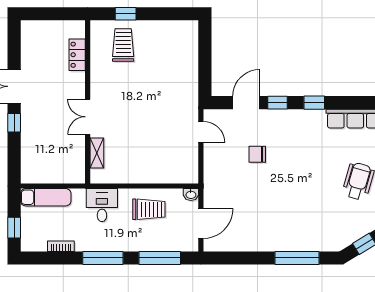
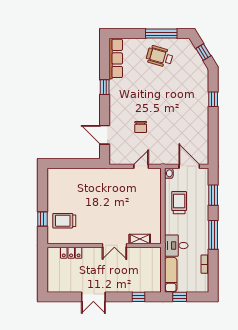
window: (277, 103) -> (105, 113), removed
window: (14, 123) -> (138, 297), moved
door: (201, 132) -> (141, 166), moved
desk: (102, 205) -> (176, 246), moved
window: (14, 228) -> (180, 297), moved
window: (160, 258) -> (213, 195), width x0.69
window: (297, 258) -> (213, 99), width x0.46

